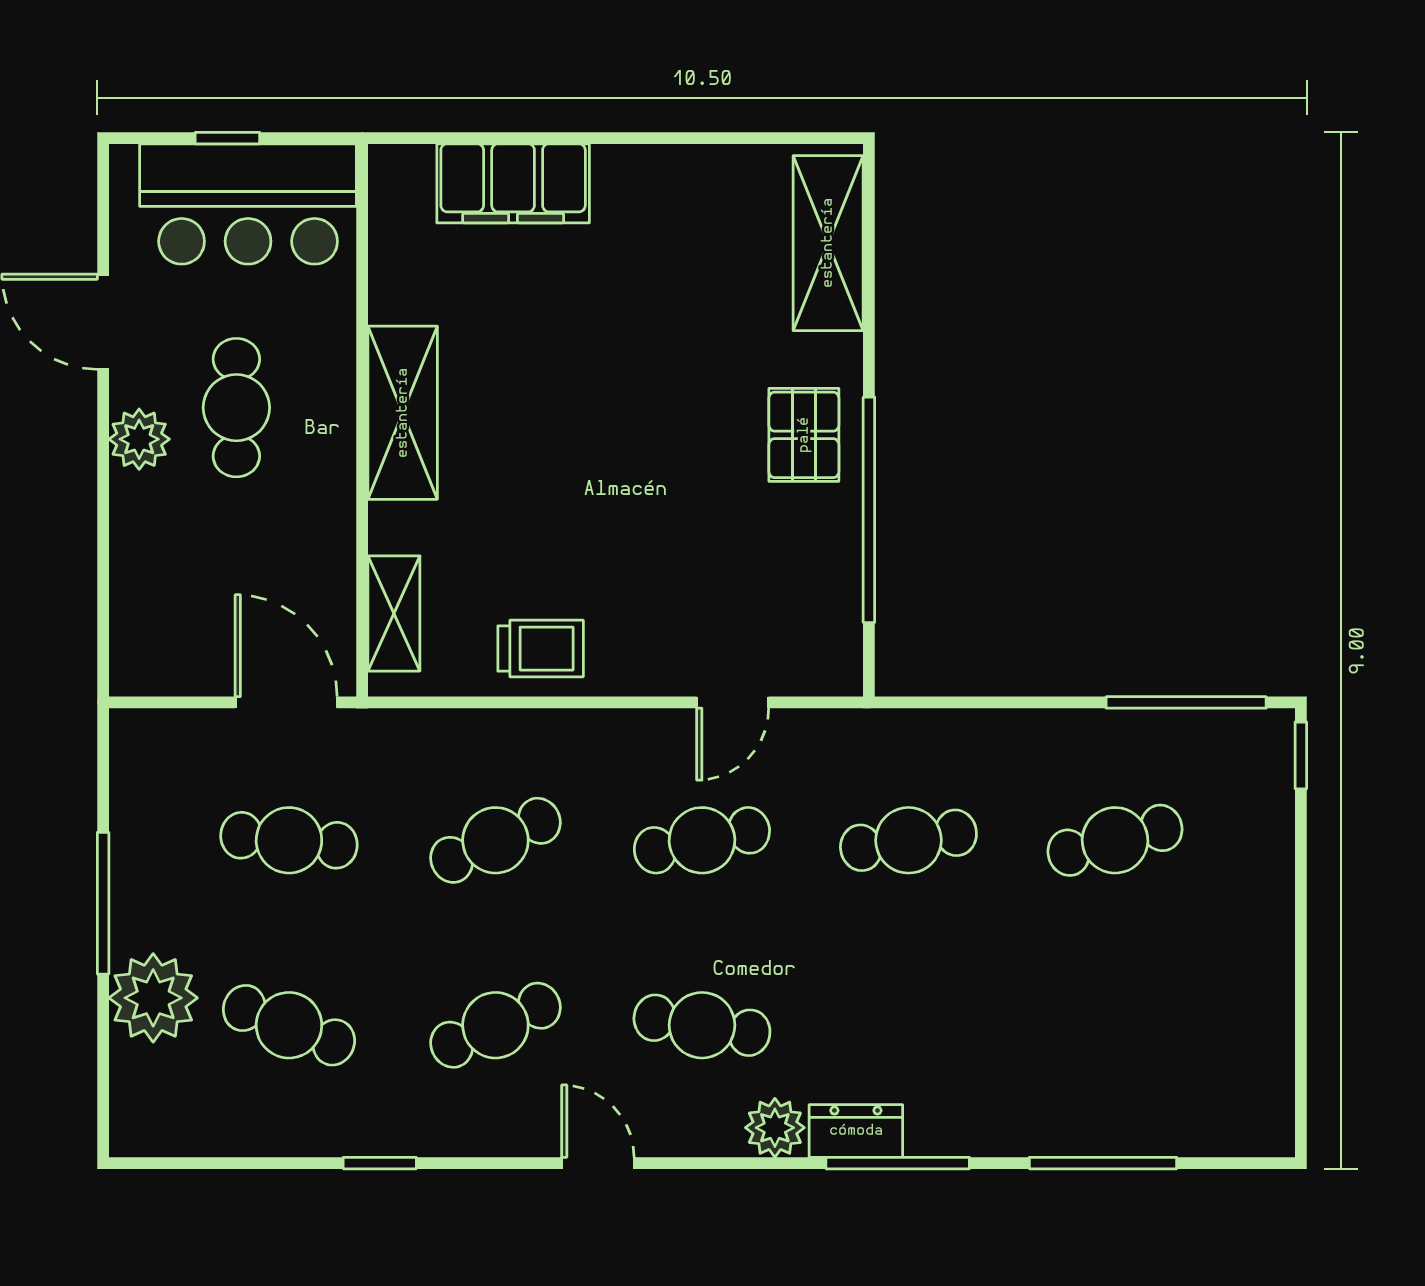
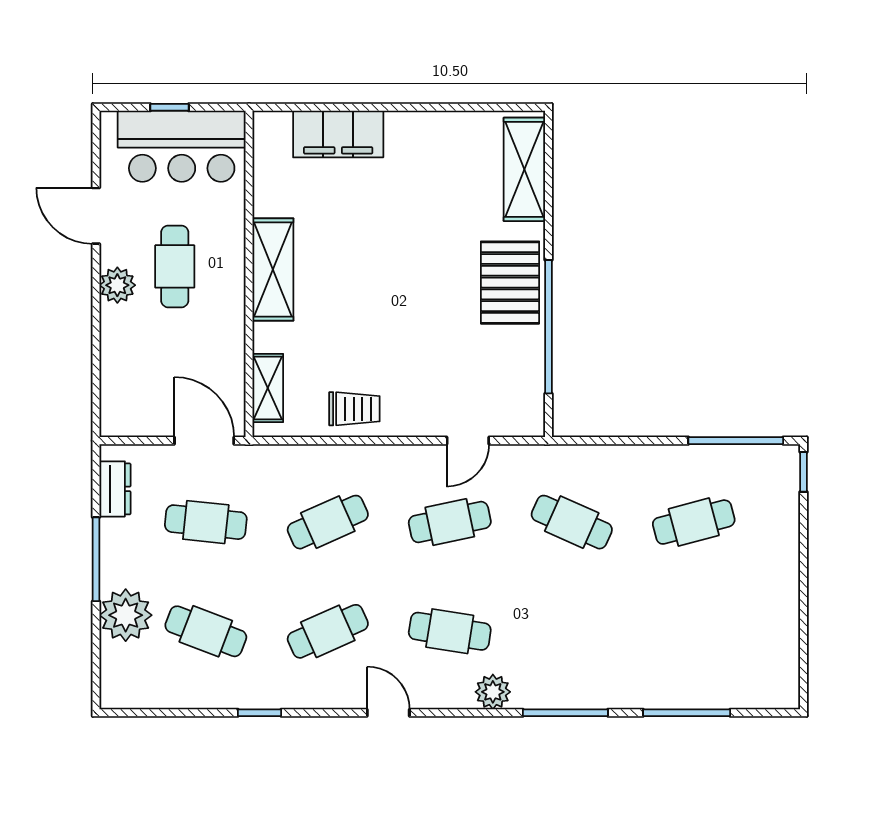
pallet: (804, 435) -> (510, 283), width x1.50, depth x1.42
cafe table: (908, 840) -> (572, 522), turned 33
dresser: (856, 1131) -> (115, 489), moved, turned 90

